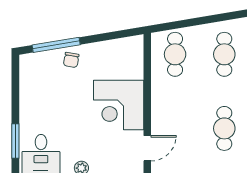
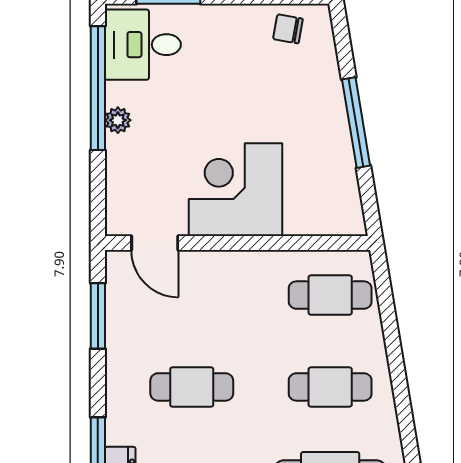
window: (56, 45) -> (356, 123), moved
chair: (71, 60) -> (288, 29), moved

